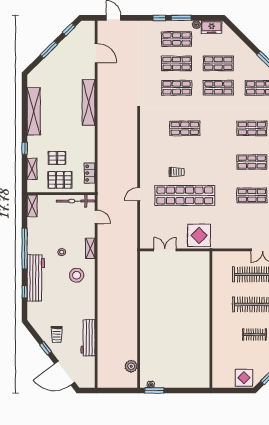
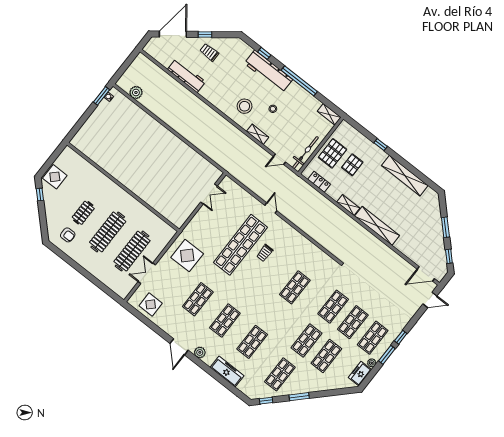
door: (96, 53) -> (426, 274), moved
shelving: (32, 169) -> (348, 205), moved
display table: (199, 235) -> (187, 256), moved

